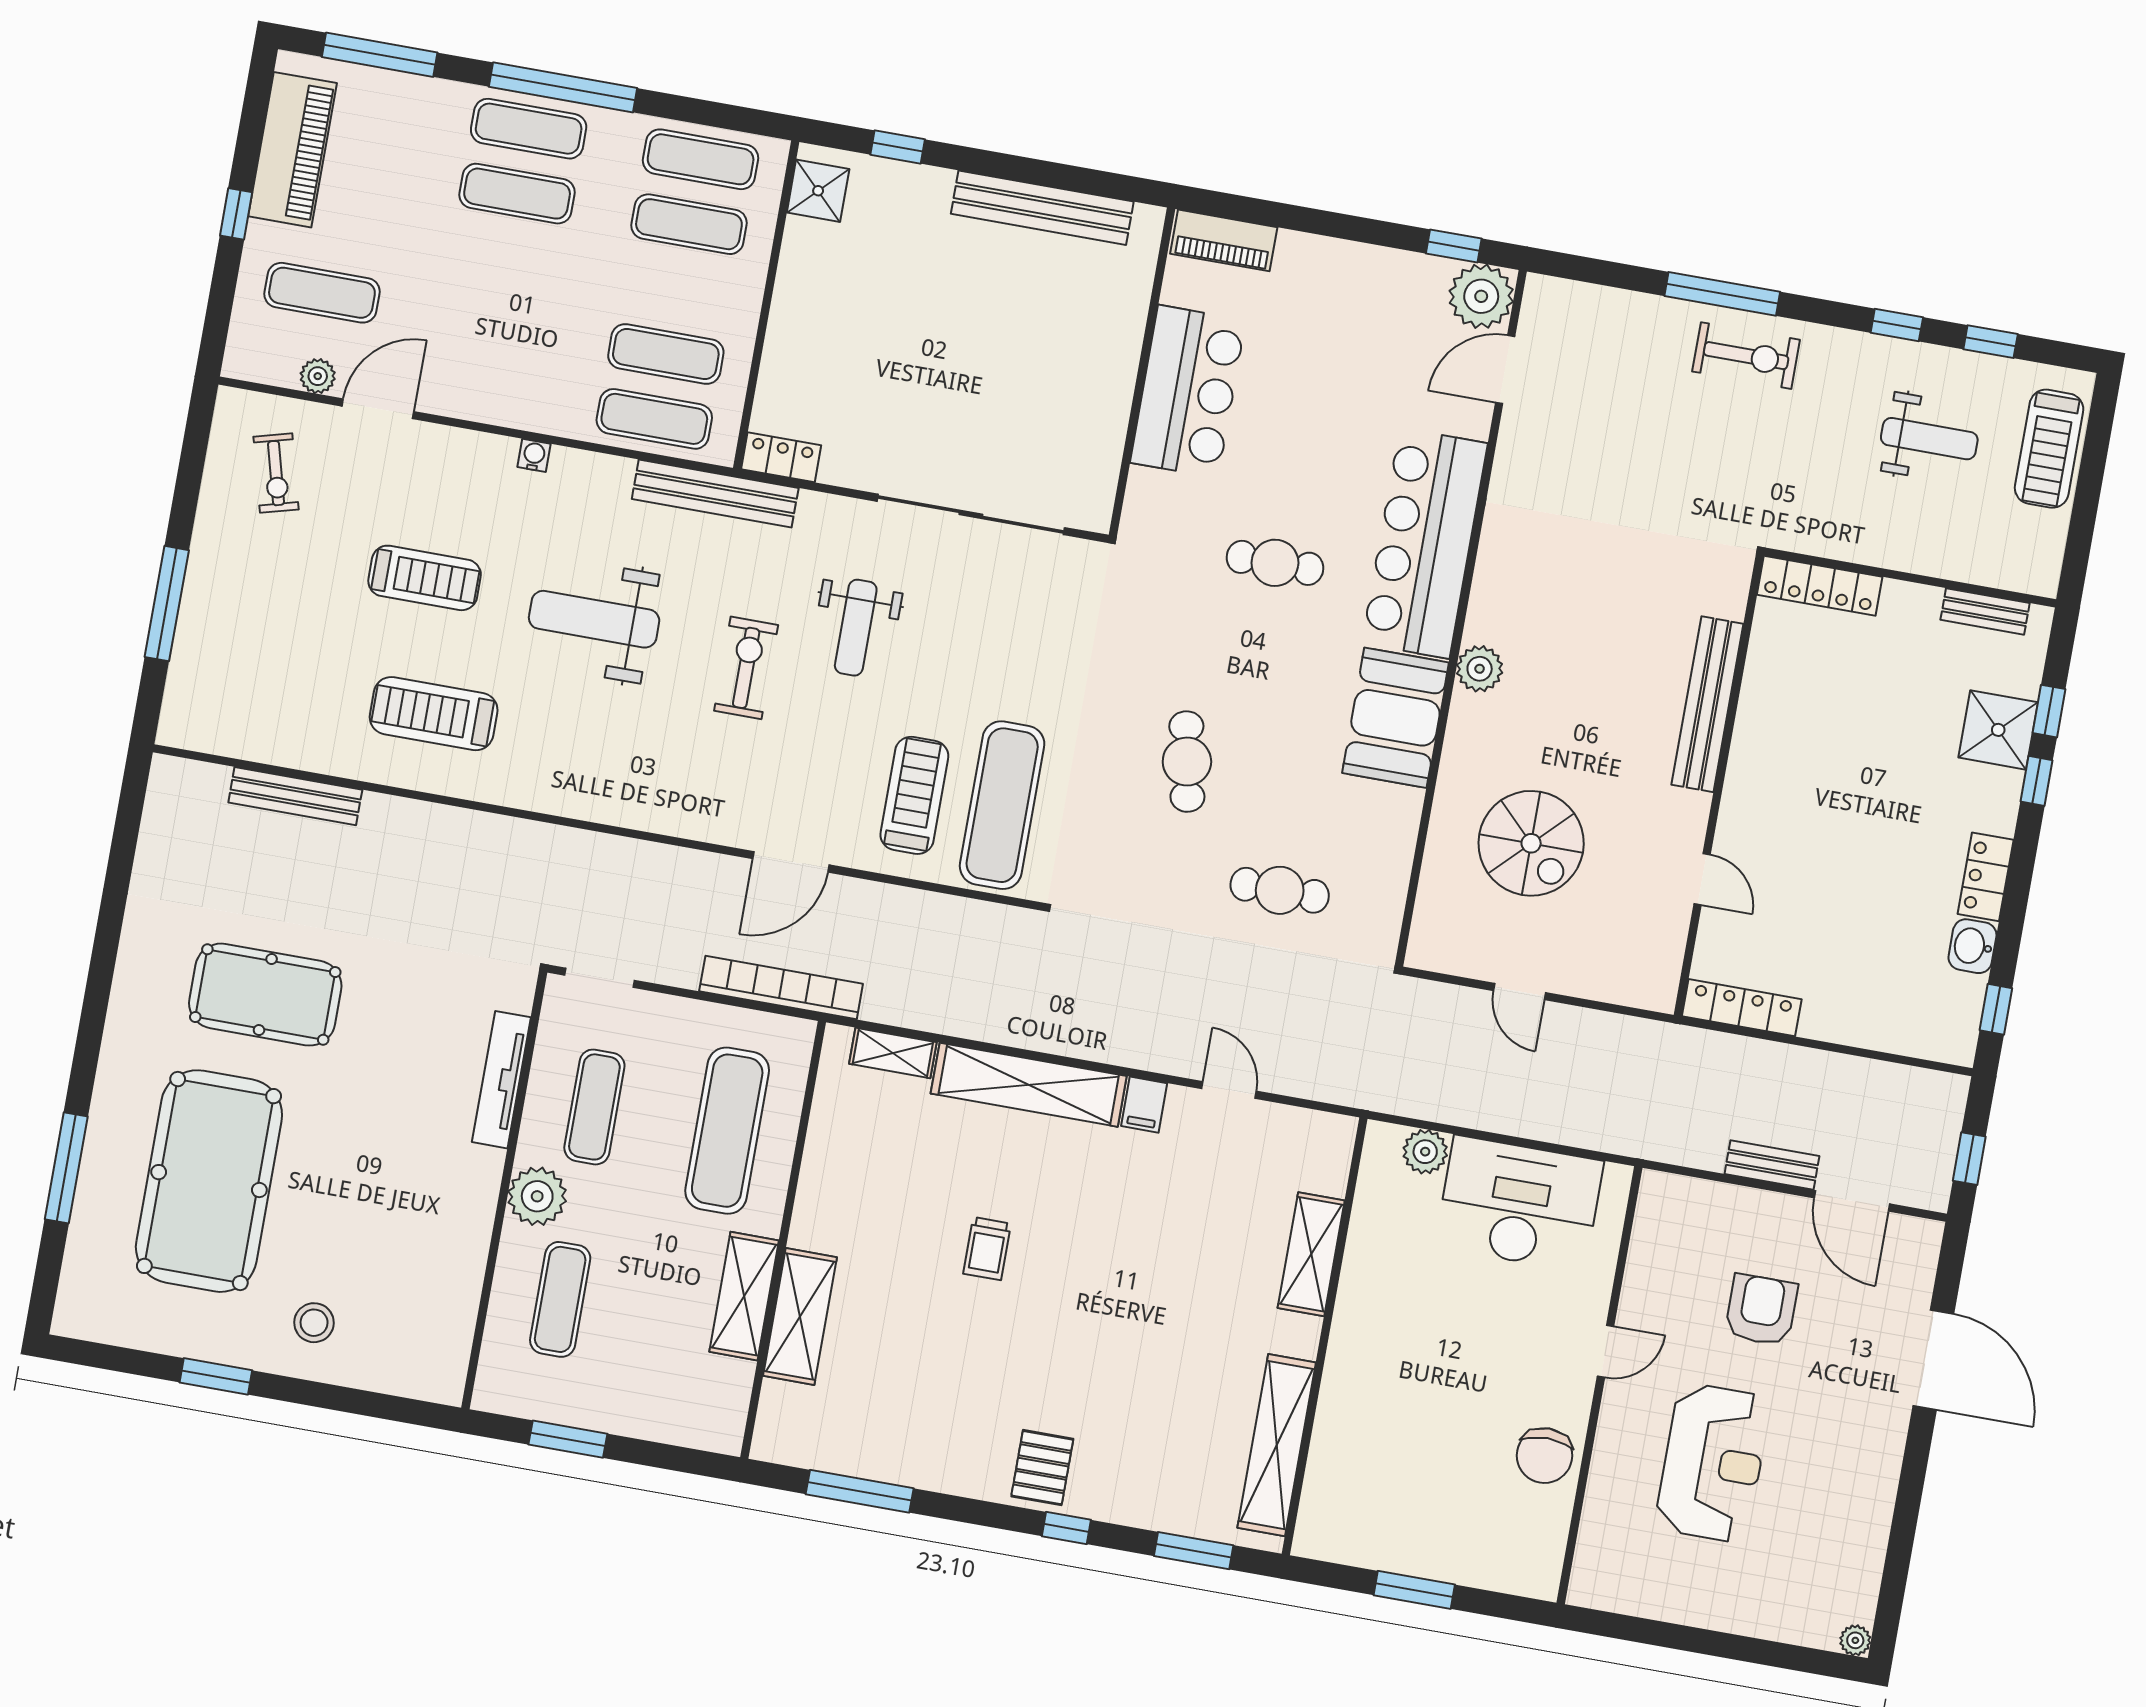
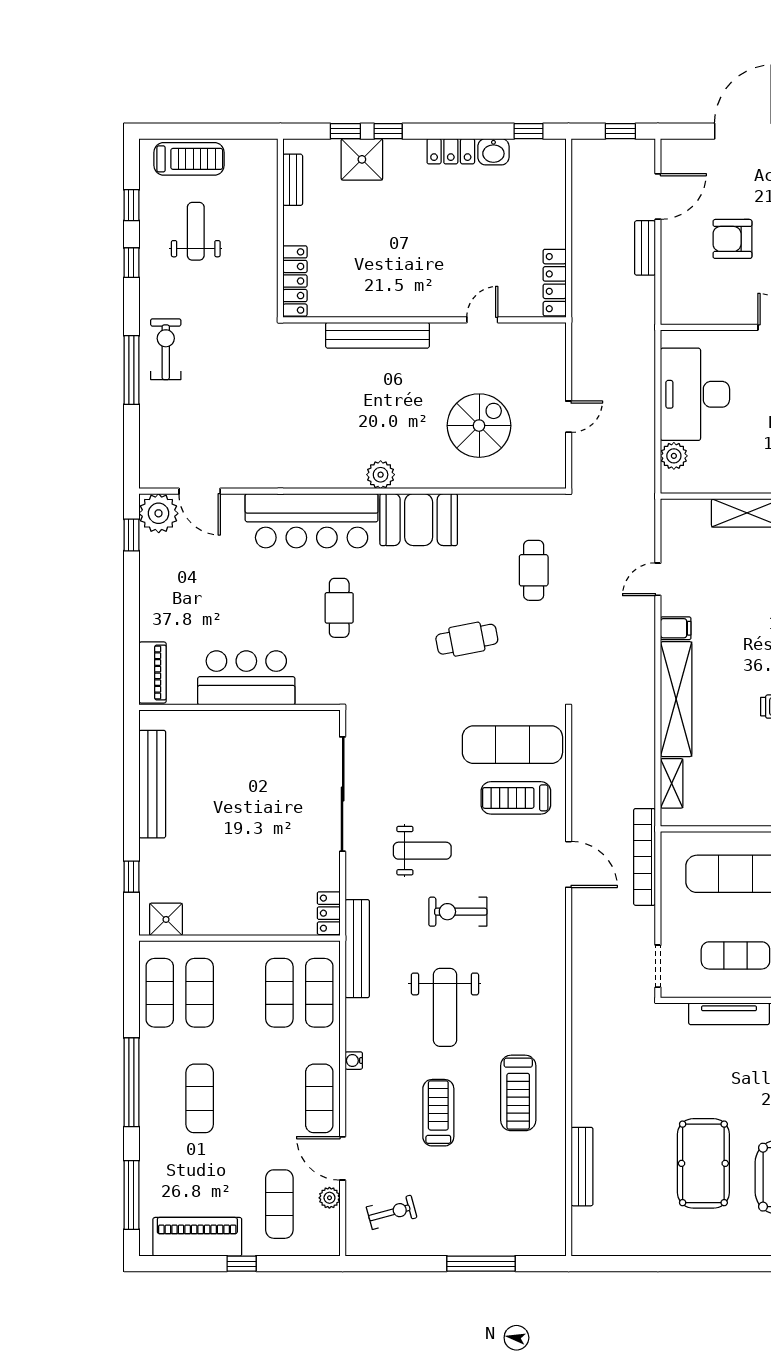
exercise mat: (529, 129) -> (319, 1098), moved

